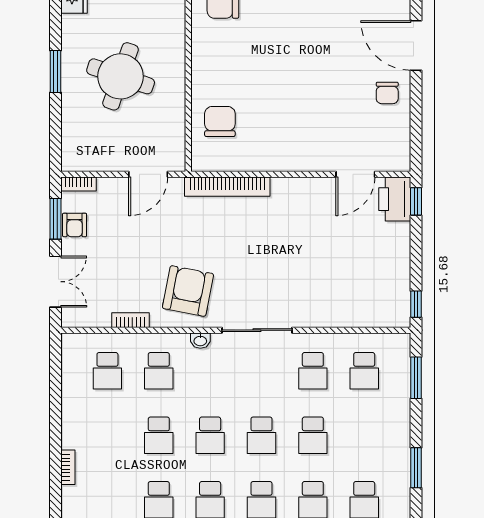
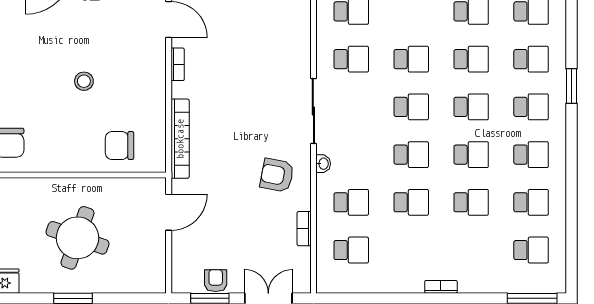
stool: (289, 83) -> (84, 81), added
door: (148, 174) -> (169, 212), hinge flipped
bookcase: (79, 184) -> (178, 64), moved
armchair: (75, 225) -> (216, 281), turned -90
armchair: (188, 291) -> (277, 175), width x0.73, depth x0.73

